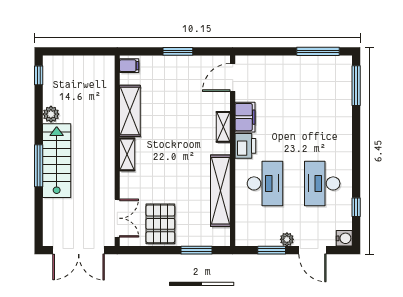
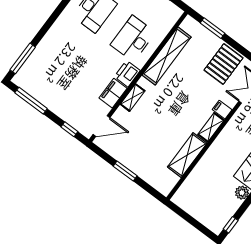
window: (261, 51) -> (69, 129), added
filing cabinet: (129, 66) -> (222, 110), moved

